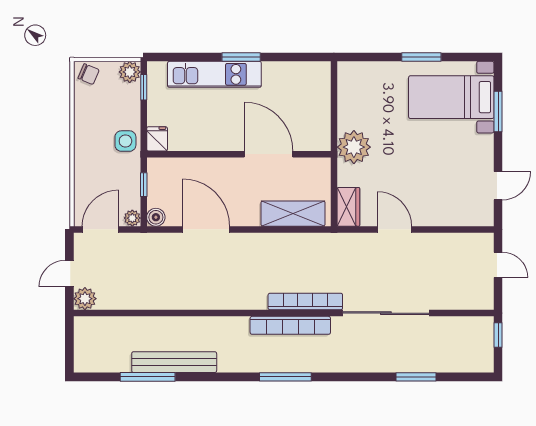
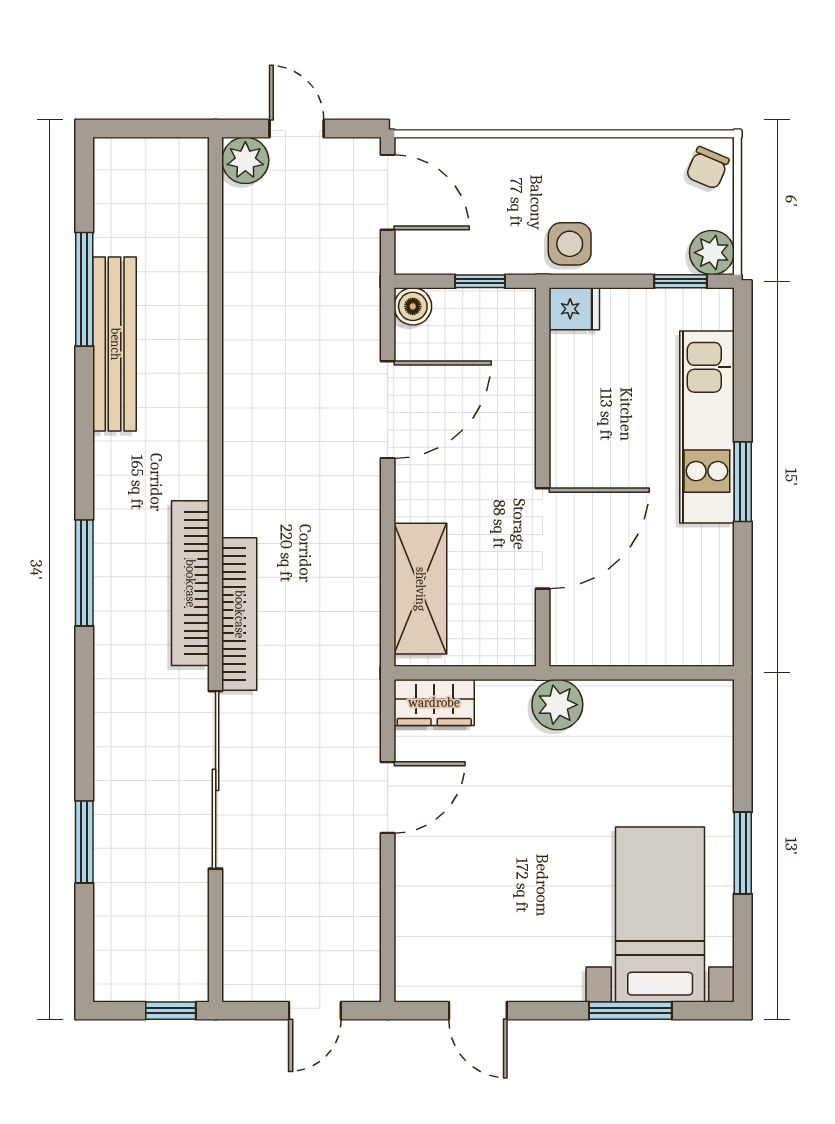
plant: (354, 147) -> (557, 705), width x0.73, depth x0.73
plant: (132, 218) -> (411, 258), removed

